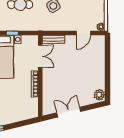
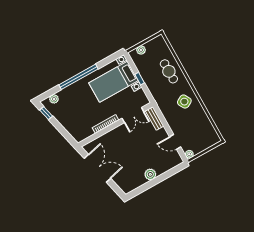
plant: (99, 95) -> (150, 174), moved
double door: (69, 112) -> (97, 168), width x1.37

